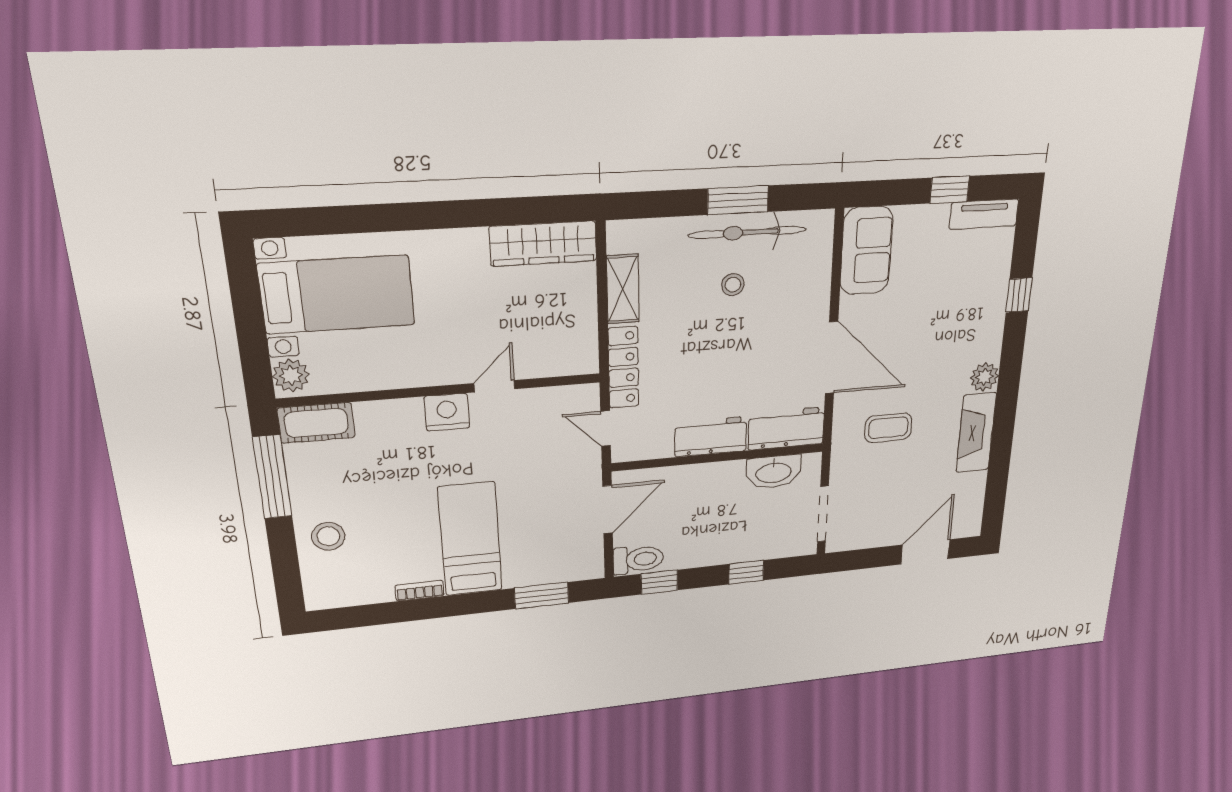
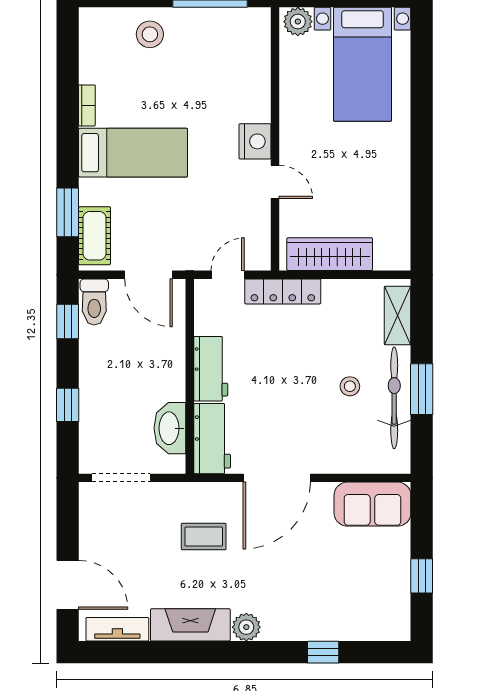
tv unit: (984, 214) -> (117, 629), moved, turned 90
wardrobe: (543, 244) -> (330, 254), moved, turned 90
shelving: (623, 289) -> (398, 316), moved, turned 90
cot: (316, 423) -> (95, 236), moved
coffee table: (888, 428) -> (204, 537), turned 90

